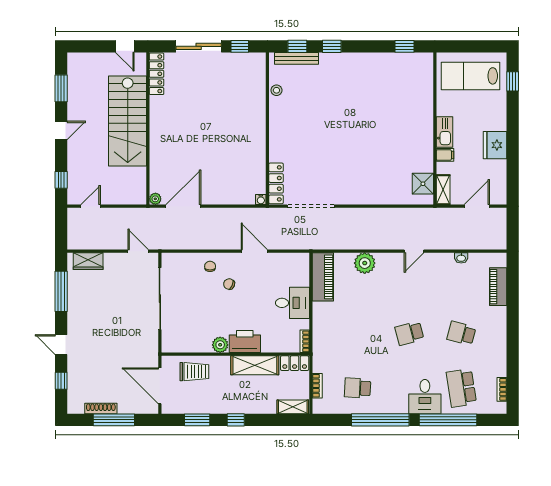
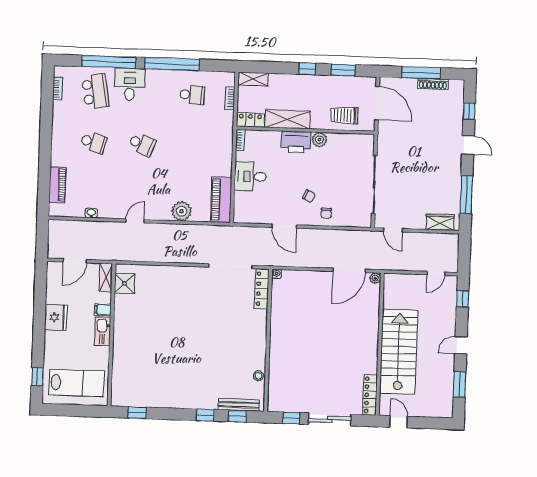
school desk: (409, 333) -> (142, 144), turned 36

